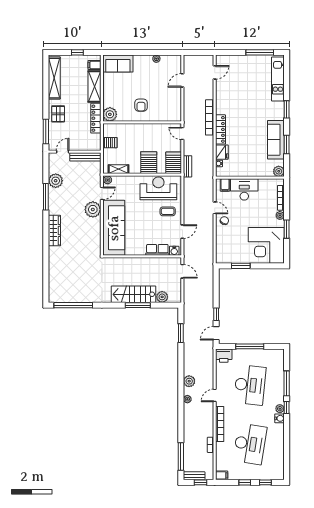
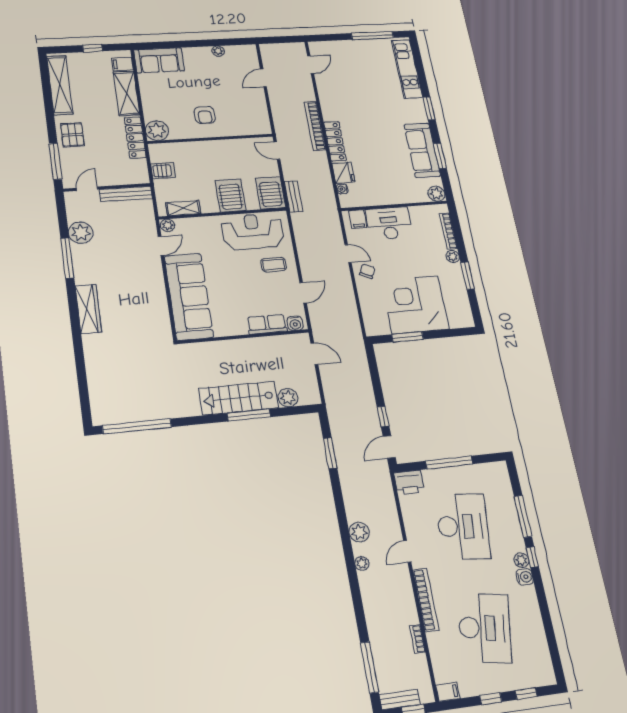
plant: (93, 209) -> (149, 271), removed
corner desk: (266, 245) -> (415, 305), moved, turned 90

